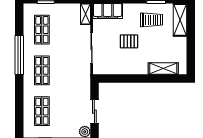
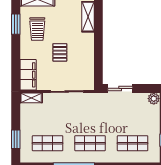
trolley: (151, 20) -> (37, 29), turned 180
sliding door: (94, 112) -> (120, 88), moved

